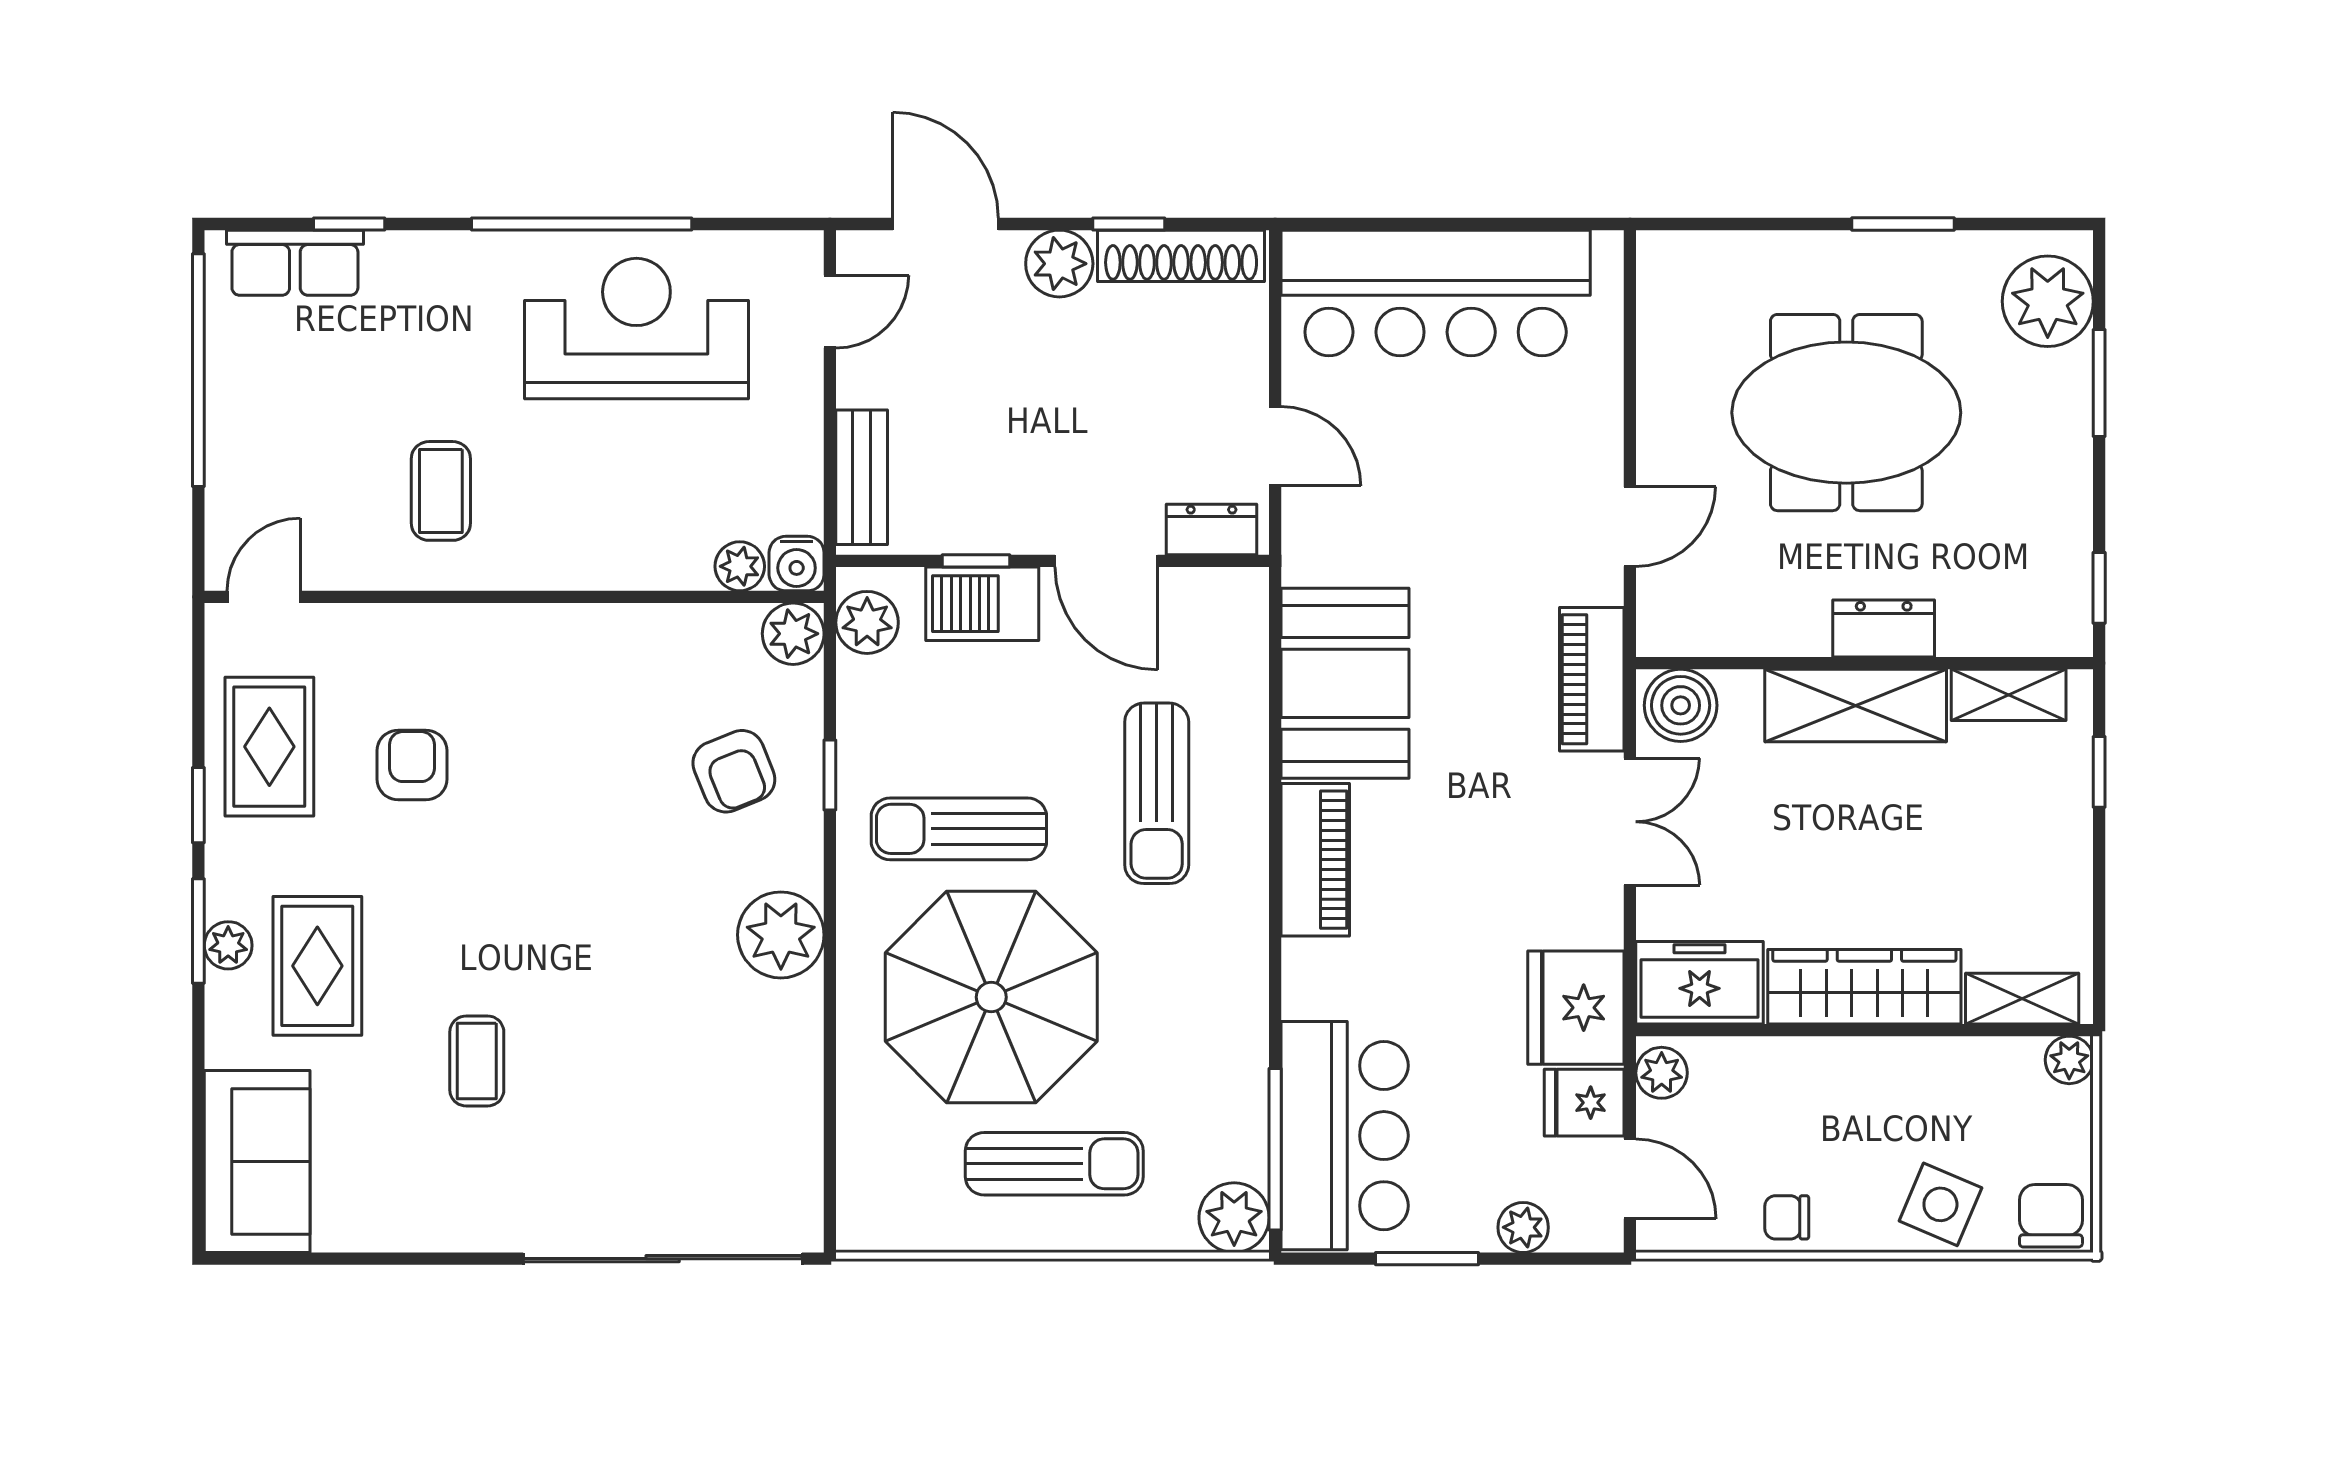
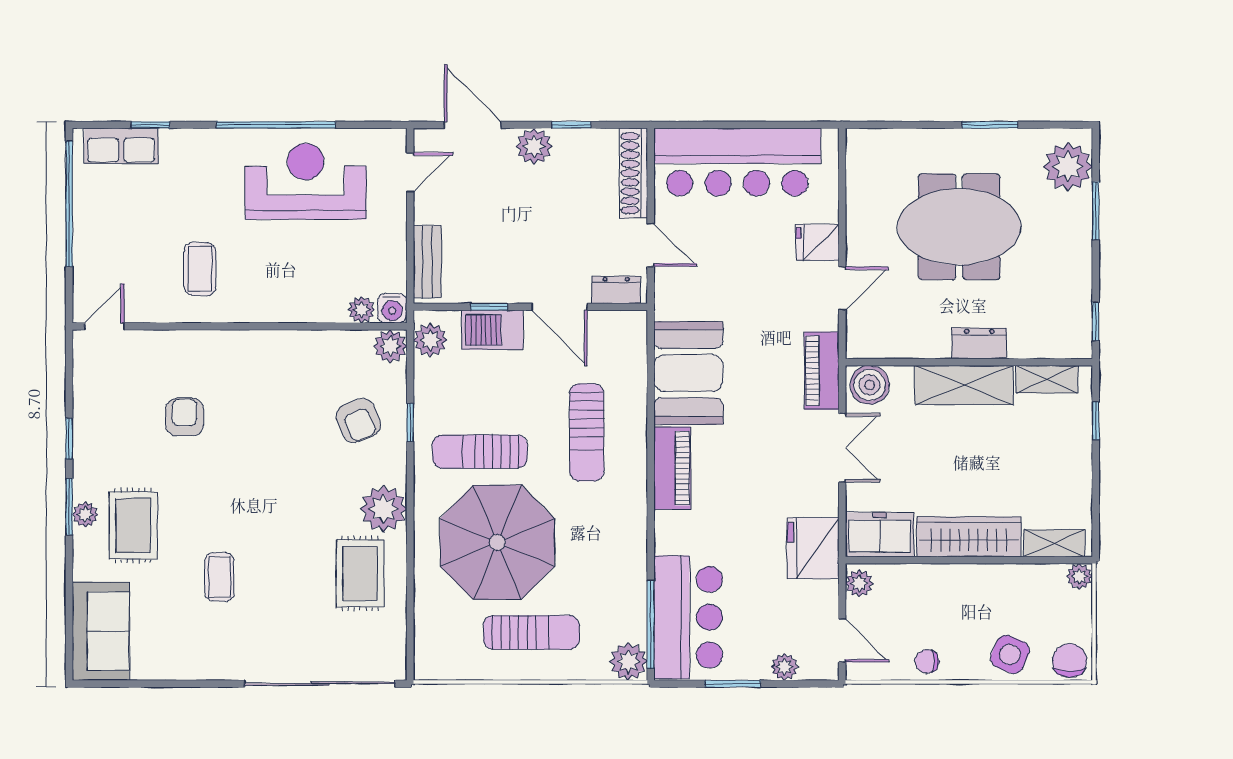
shoe rack: (1181, 256) -> (633, 173), moved, turned 90
rug: (269, 747) -> (360, 573), moved
fridge: (1584, 1103) -> (817, 242), moved

